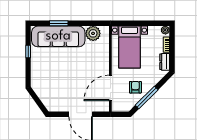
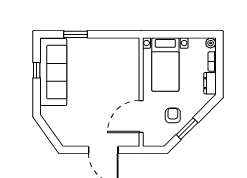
plant: (93, 33) -> (119, 47), removed
sofa: (58, 36) -> (53, 72), moved, turned -90
window: (147, 98) -> (187, 129), width x0.69

